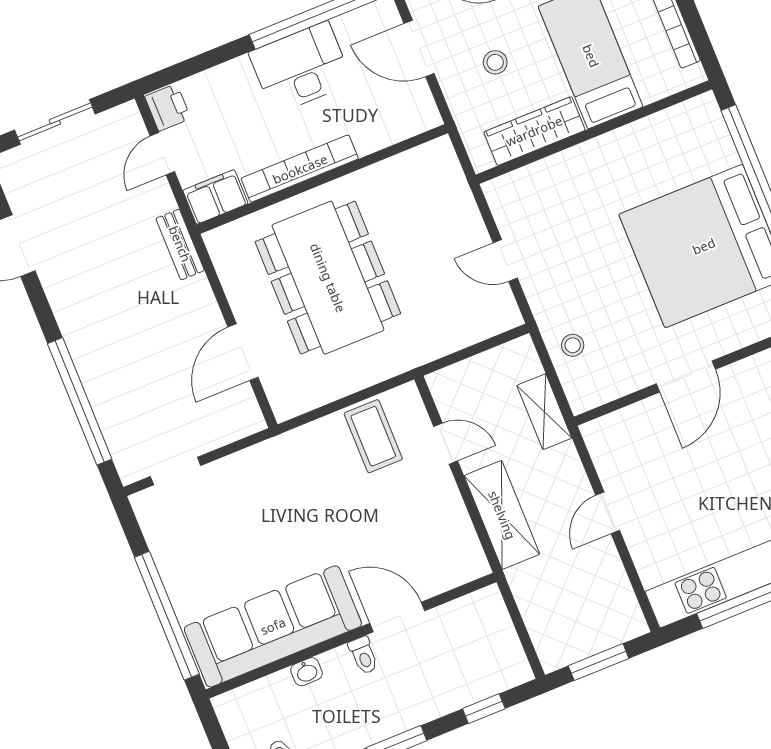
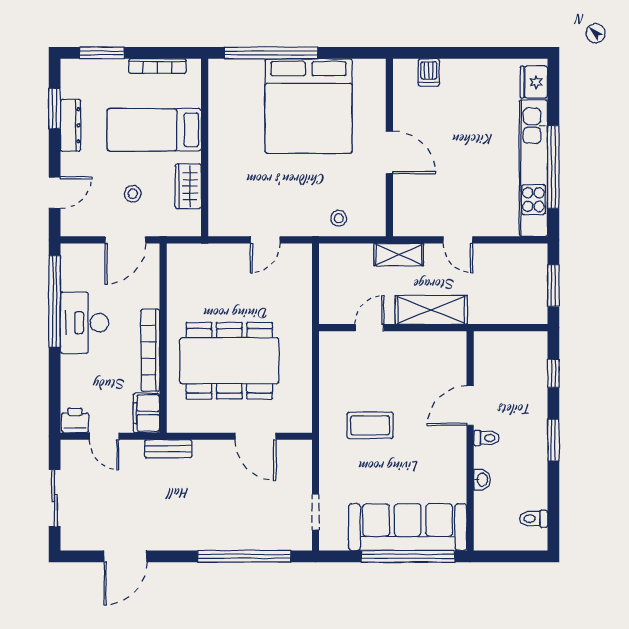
door: (419, 49) -> (126, 240), moved
wardrobe: (534, 131) -> (188, 186), width x0.67
shelving: (544, 412) -> (399, 255), moved
coffee table: (373, 436) -> (370, 425), moved
sofa: (273, 626) -> (408, 527), moved, turned 90

